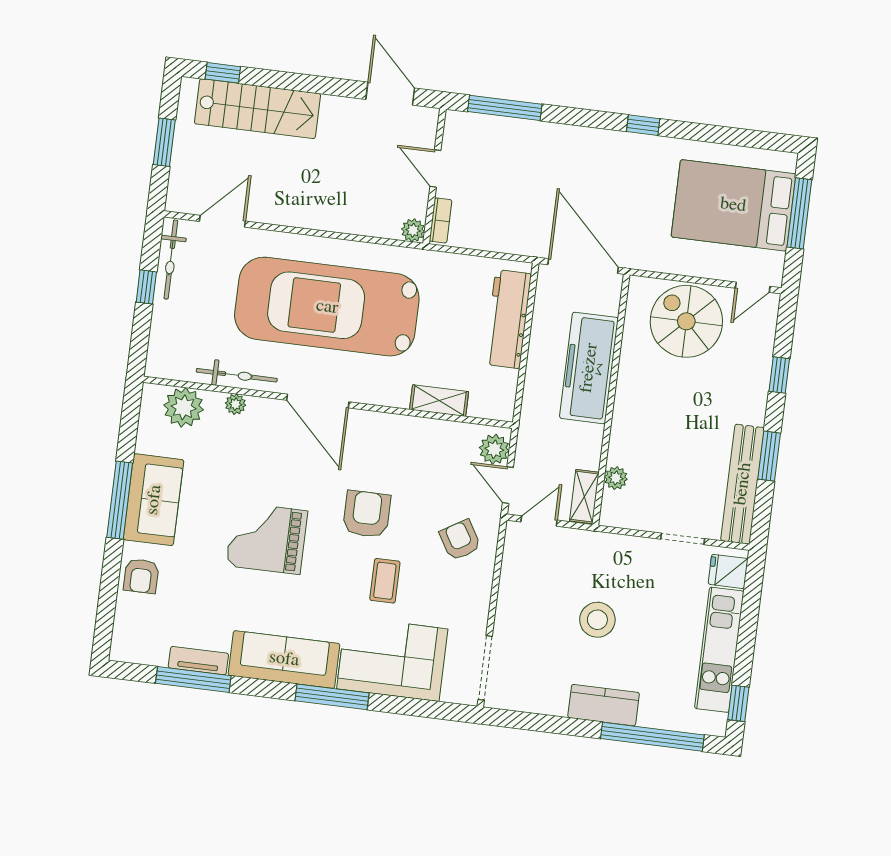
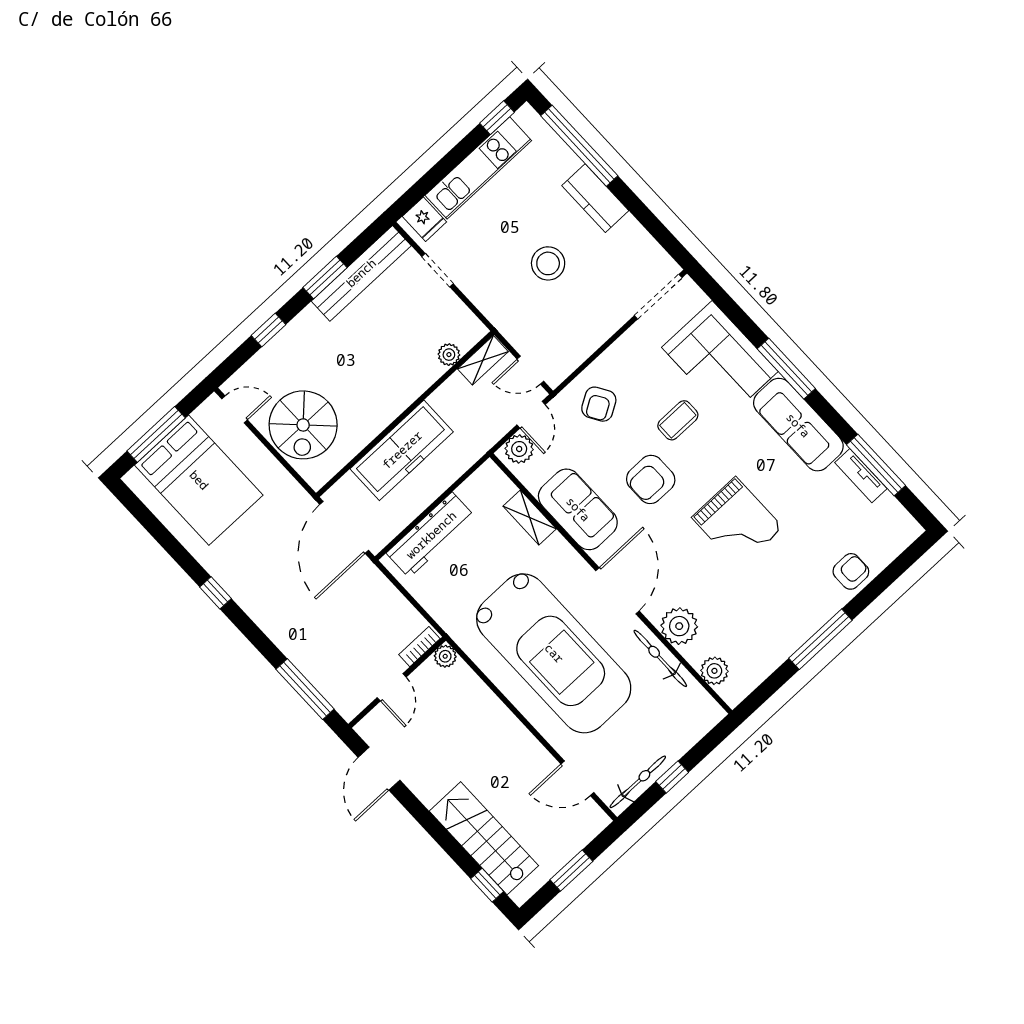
plant: (235, 404) -> (679, 626), width x1.87, depth x1.87
plant: (184, 407) -> (714, 671), width x0.73, depth x0.73
sofa: (154, 500) -> (578, 509), moved, turned 90

